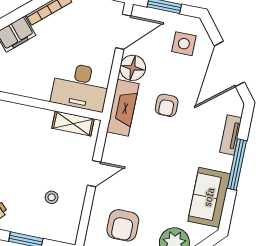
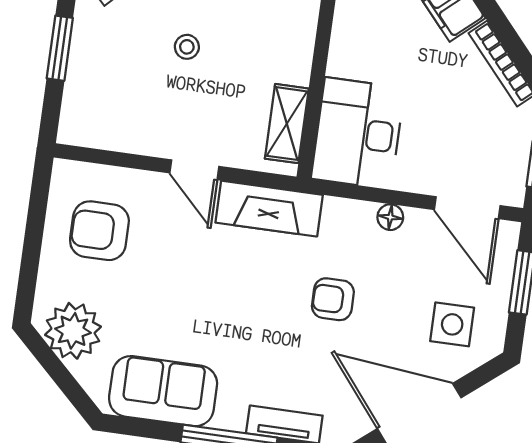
floor lamp: (133, 68) -> (390, 217), width x0.53, depth x0.53
fireplace: (123, 108) -> (269, 209), moved
stool: (52, 197) -> (187, 47), moved

